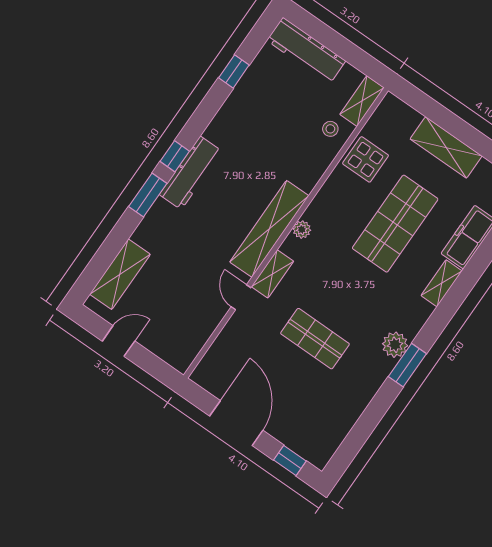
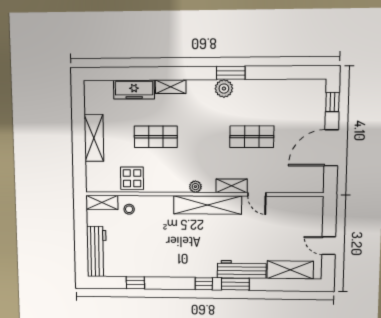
workbench: (191, 173) -> (242, 269), moved
shop shelf: (395, 224) -> (156, 137), width x0.70, depth x0.74
door: (241, 297) -> (257, 194), hinge flipped
shop shelf: (315, 339) -> (252, 137), turned 90

